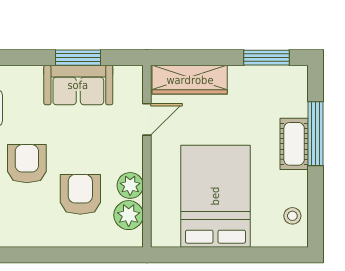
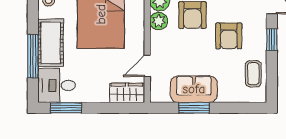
wardrobe: (190, 80) -> (127, 93), width x0.67
desk: (280, 91) -> (57, 85), added
cot: (294, 144) -> (51, 43), width x1.37, depth x1.34

